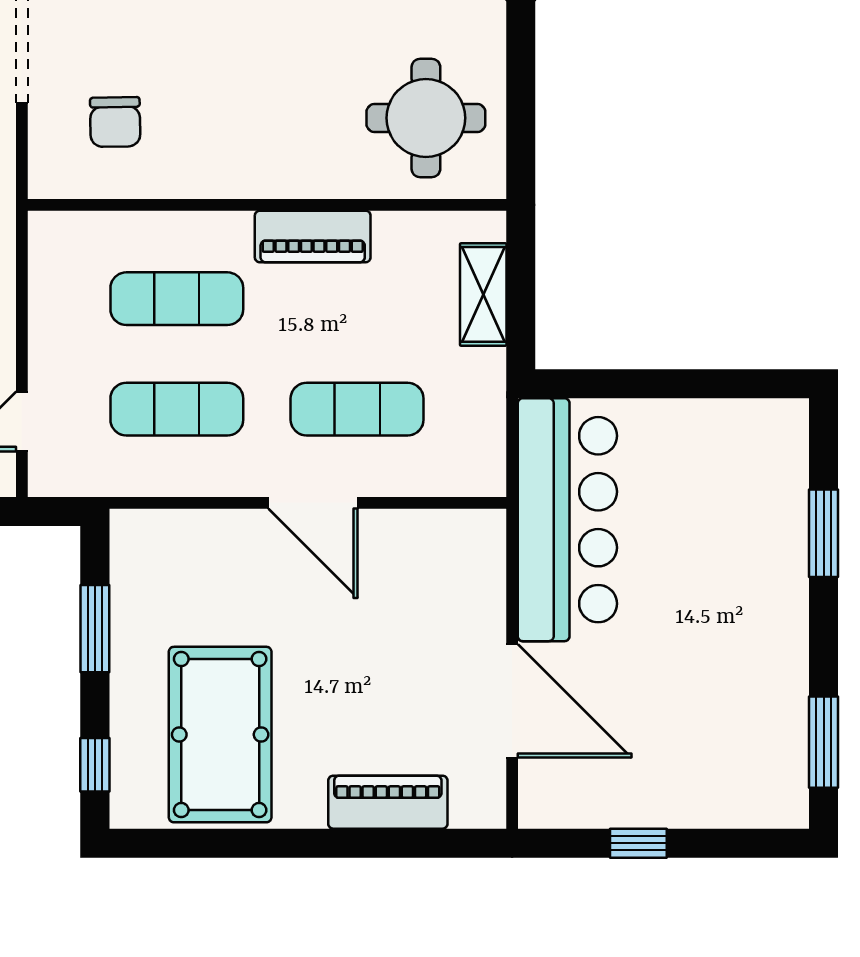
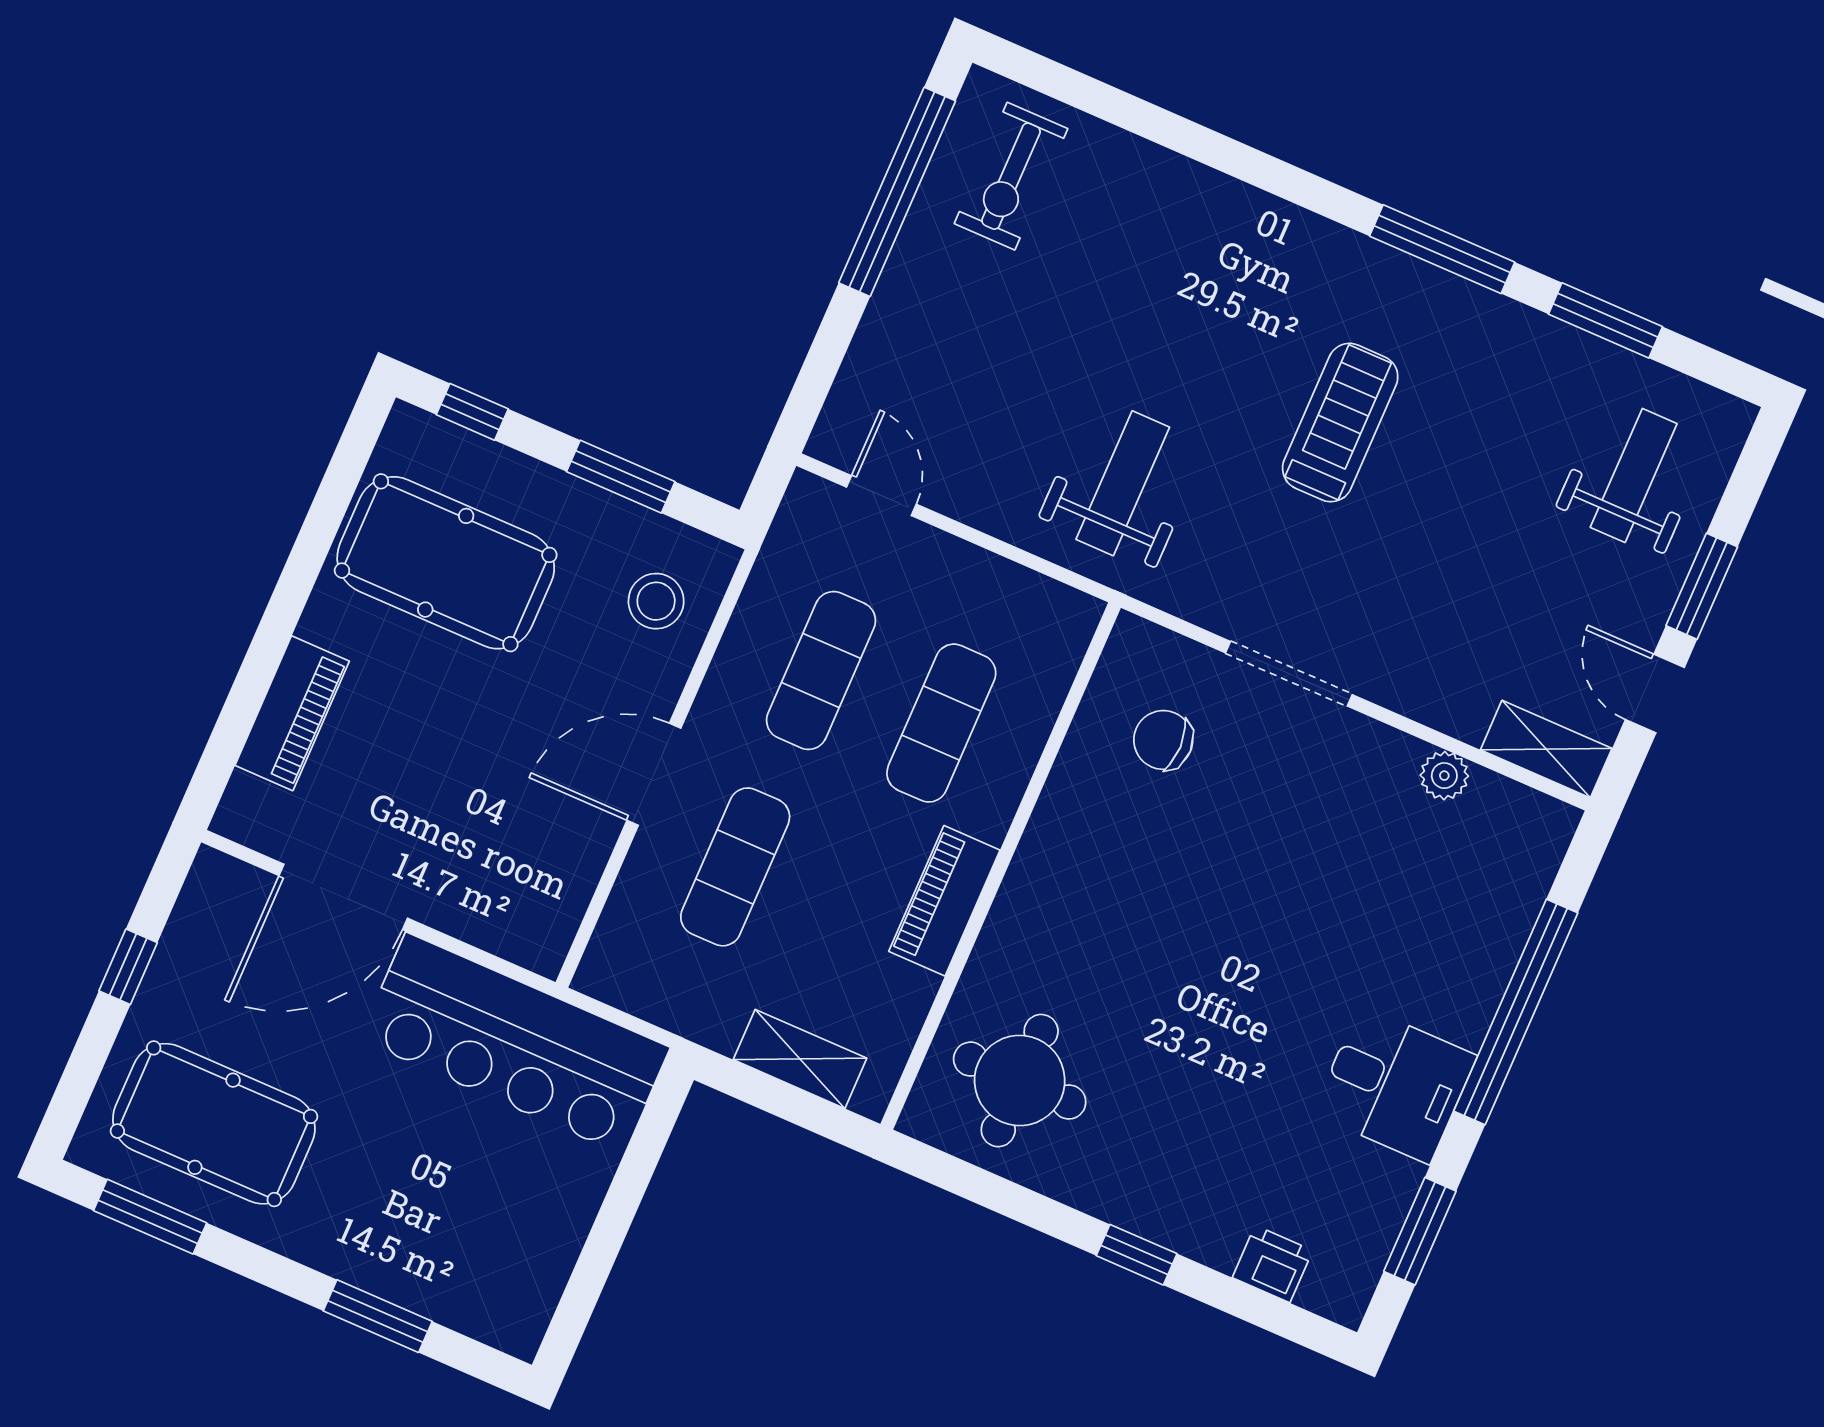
stool: (179, 560) -> (656, 601), added
pool table: (730, 724) -> (214, 1124), added

